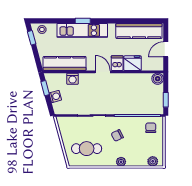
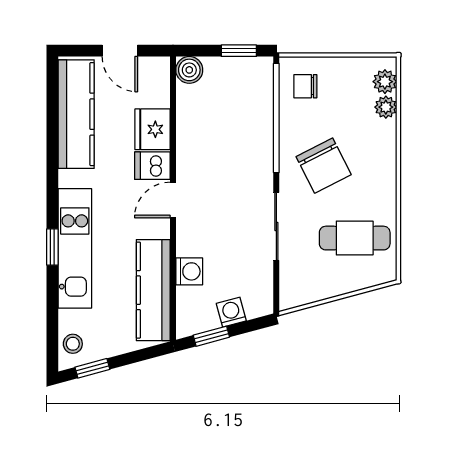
chair: (117, 135) -> (324, 166), width x1.87, depth x1.87
cafe table: (87, 149) -> (355, 238), turned 90
plant: (121, 162) -> (386, 107), moved

